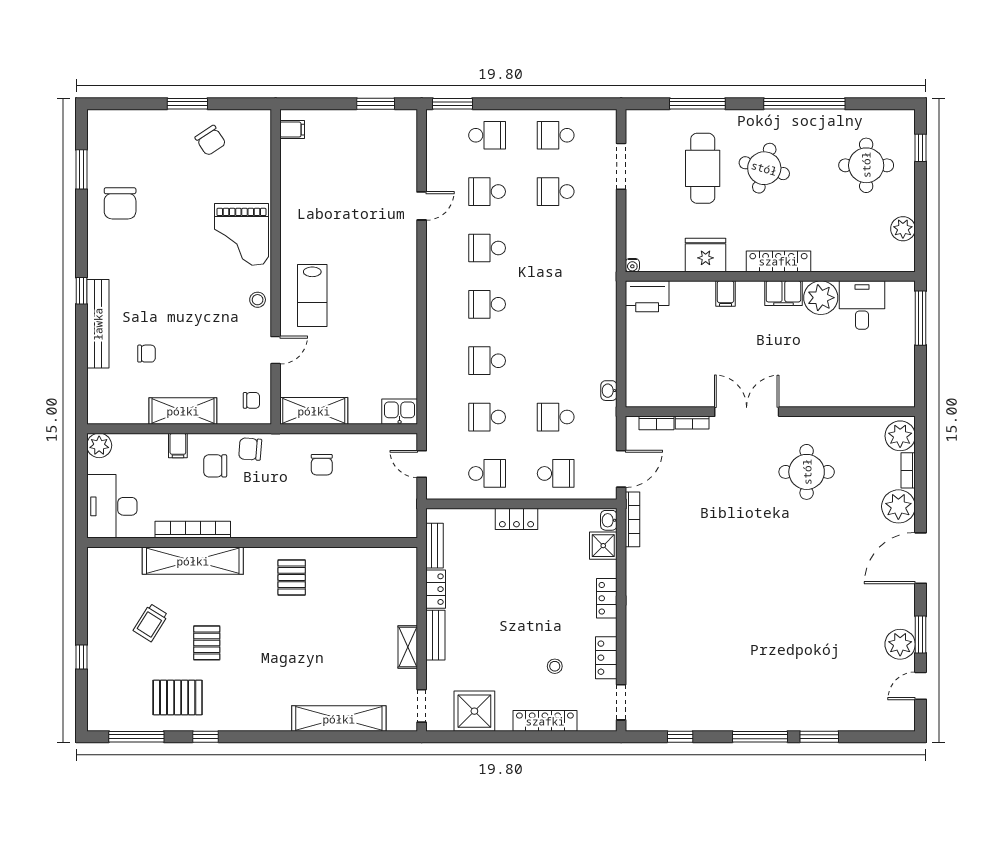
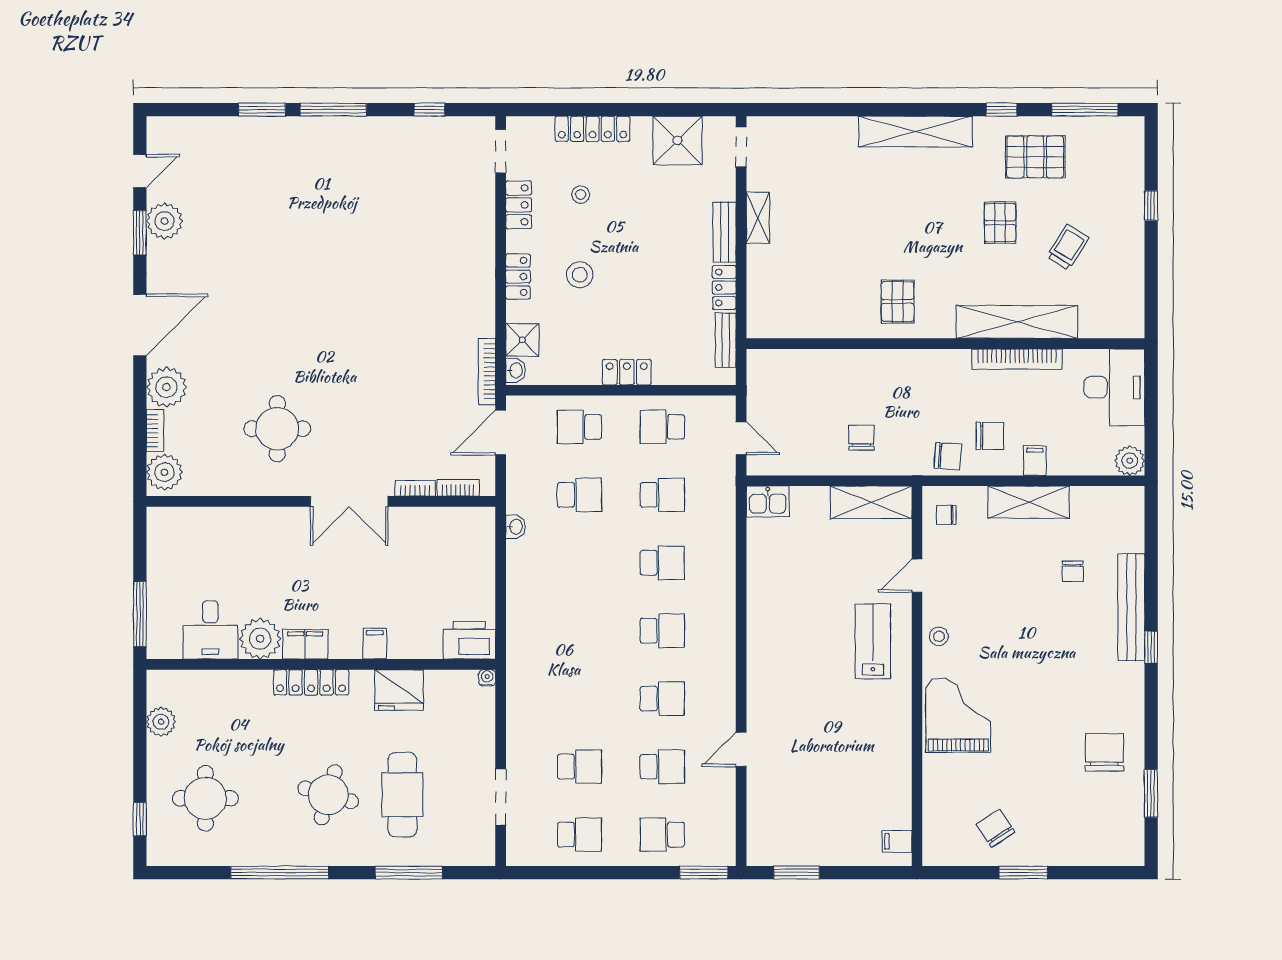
chair: (146, 354) -> (1073, 571), turned -90
stool: (556, 600) -> (580, 275), added
shelving: (339, 719) -> (916, 132), moved

